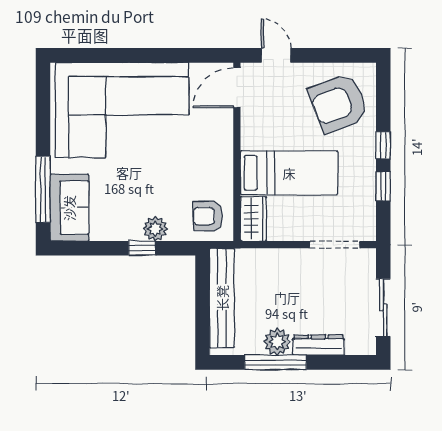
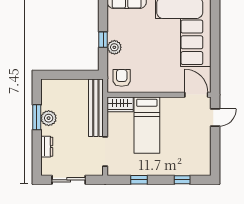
armchair: (339, 103) -> (187, 154), removed
window: (383, 145) -> (182, 180), moved
bench: (222, 298) -> (96, 108), moved, turned 90
dresser: (318, 345) -> (47, 147), width x0.70
window: (276, 362) -> (37, 117), width x0.69

